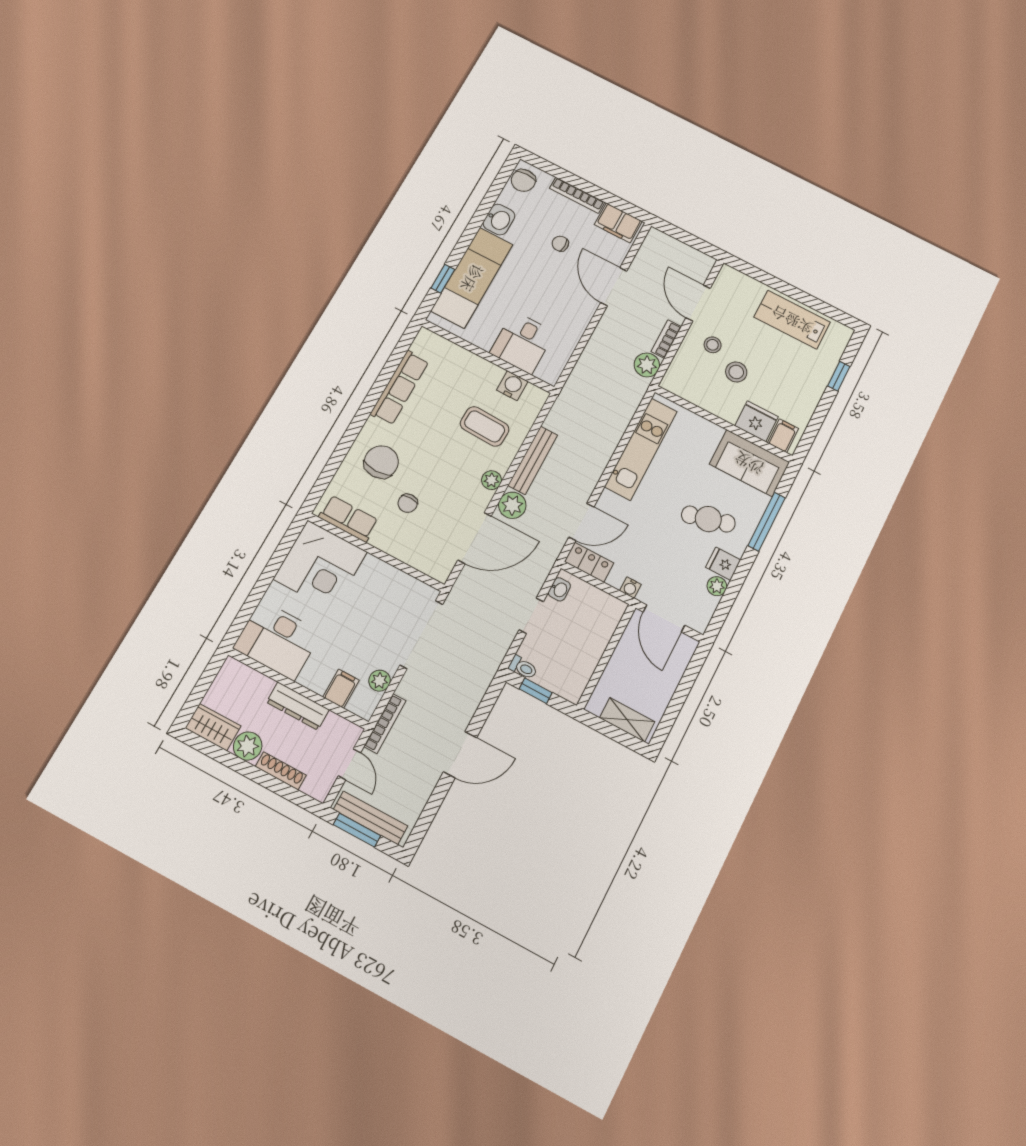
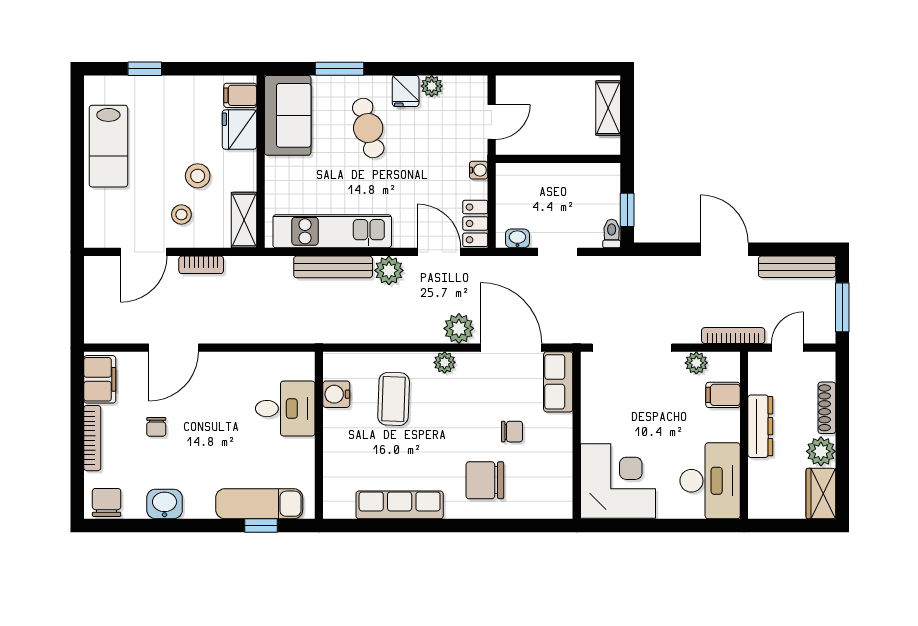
chair: (523, 180) -> (107, 502), turned -90
exam couch: (472, 278) -> (259, 504), width x0.73, depth x0.69
plant: (647, 365) -> (389, 270), moved
shelving: (684, 388) -> (244, 220), added
bench: (533, 460) -> (333, 267), moved
row of seats: (348, 519) -> (558, 382), moved
window: (767, 522) -> (339, 69), width x0.69
door: (664, 619) -> (492, 122), width x0.73
bench: (370, 818) -> (797, 267), moved, turned 90

